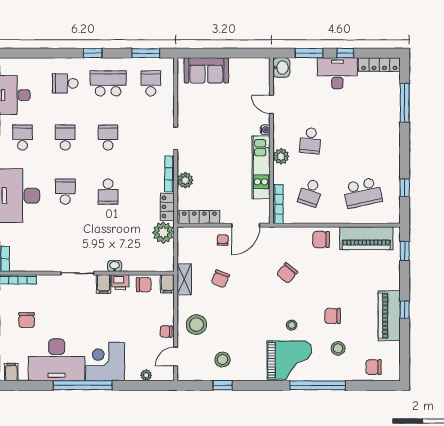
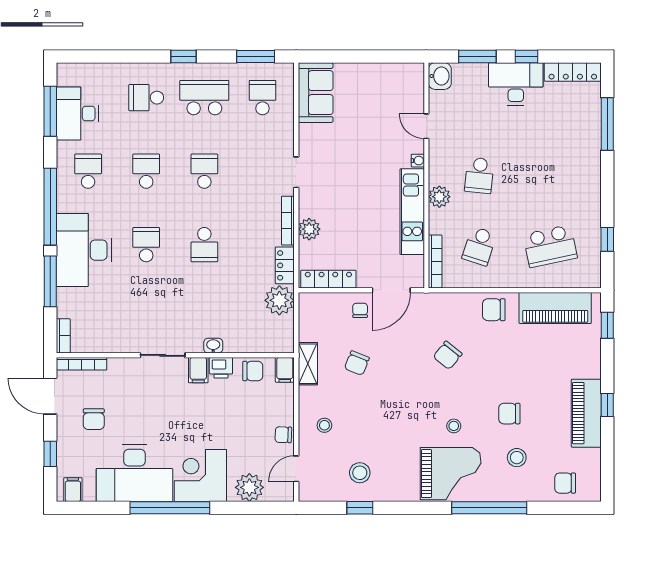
sofa: (206, 70) -> (316, 93), moved, turned -90
stool: (196, 325) -> (324, 425), width x0.53, depth x0.53
plant: (146, 375) -> (249, 487), width x1.87, depth x1.87

